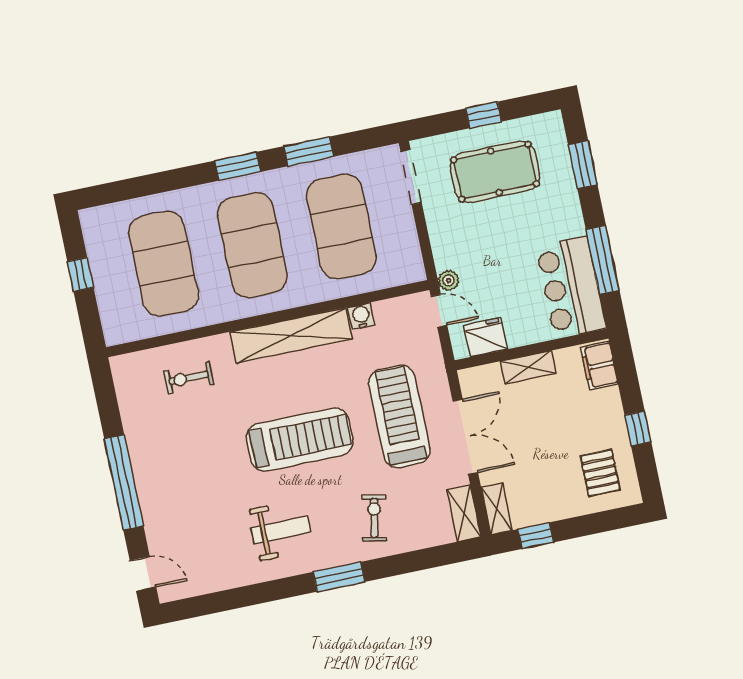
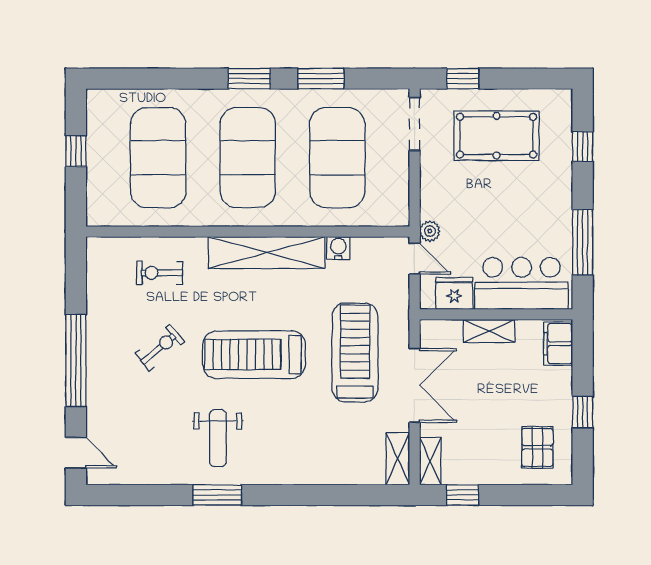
window: (484, 115) -> (463, 79), moved
window: (583, 165) -> (583, 147), width x0.67
bar counter: (571, 287) -> (521, 283), moved, turned 90
treadmill: (300, 439) -> (254, 355), turned 180
exercise bike: (374, 518) -> (160, 348), moved, turned 39
weight bench: (281, 530) -> (218, 438), turned 90
window: (339, 577) -> (217, 495), moved

